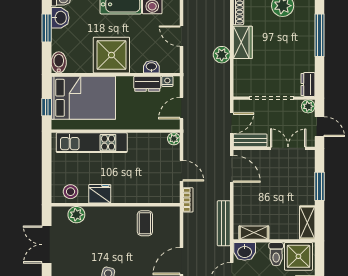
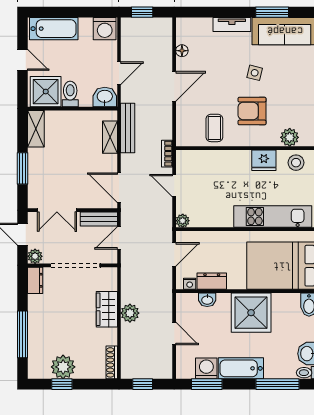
wardrobe: (243, 42) -> (107, 309), moved
shelving: (254, 233) -> (110, 137), moved, turned 90
armchair: (111, 239) -> (252, 111), added

